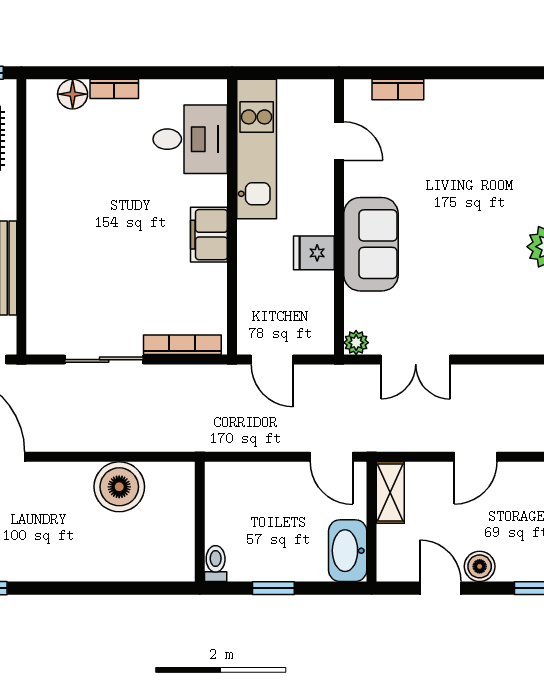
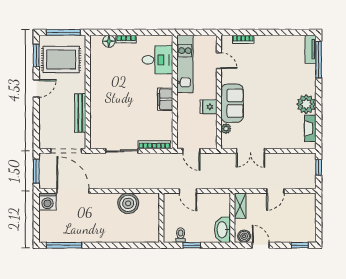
plant: (356, 343) -> (226, 129), moved
door: (331, 457) -> (188, 191), moved
toilet: (216, 564) -> (181, 235), moved
boiler: (480, 566) -> (244, 236), moved

